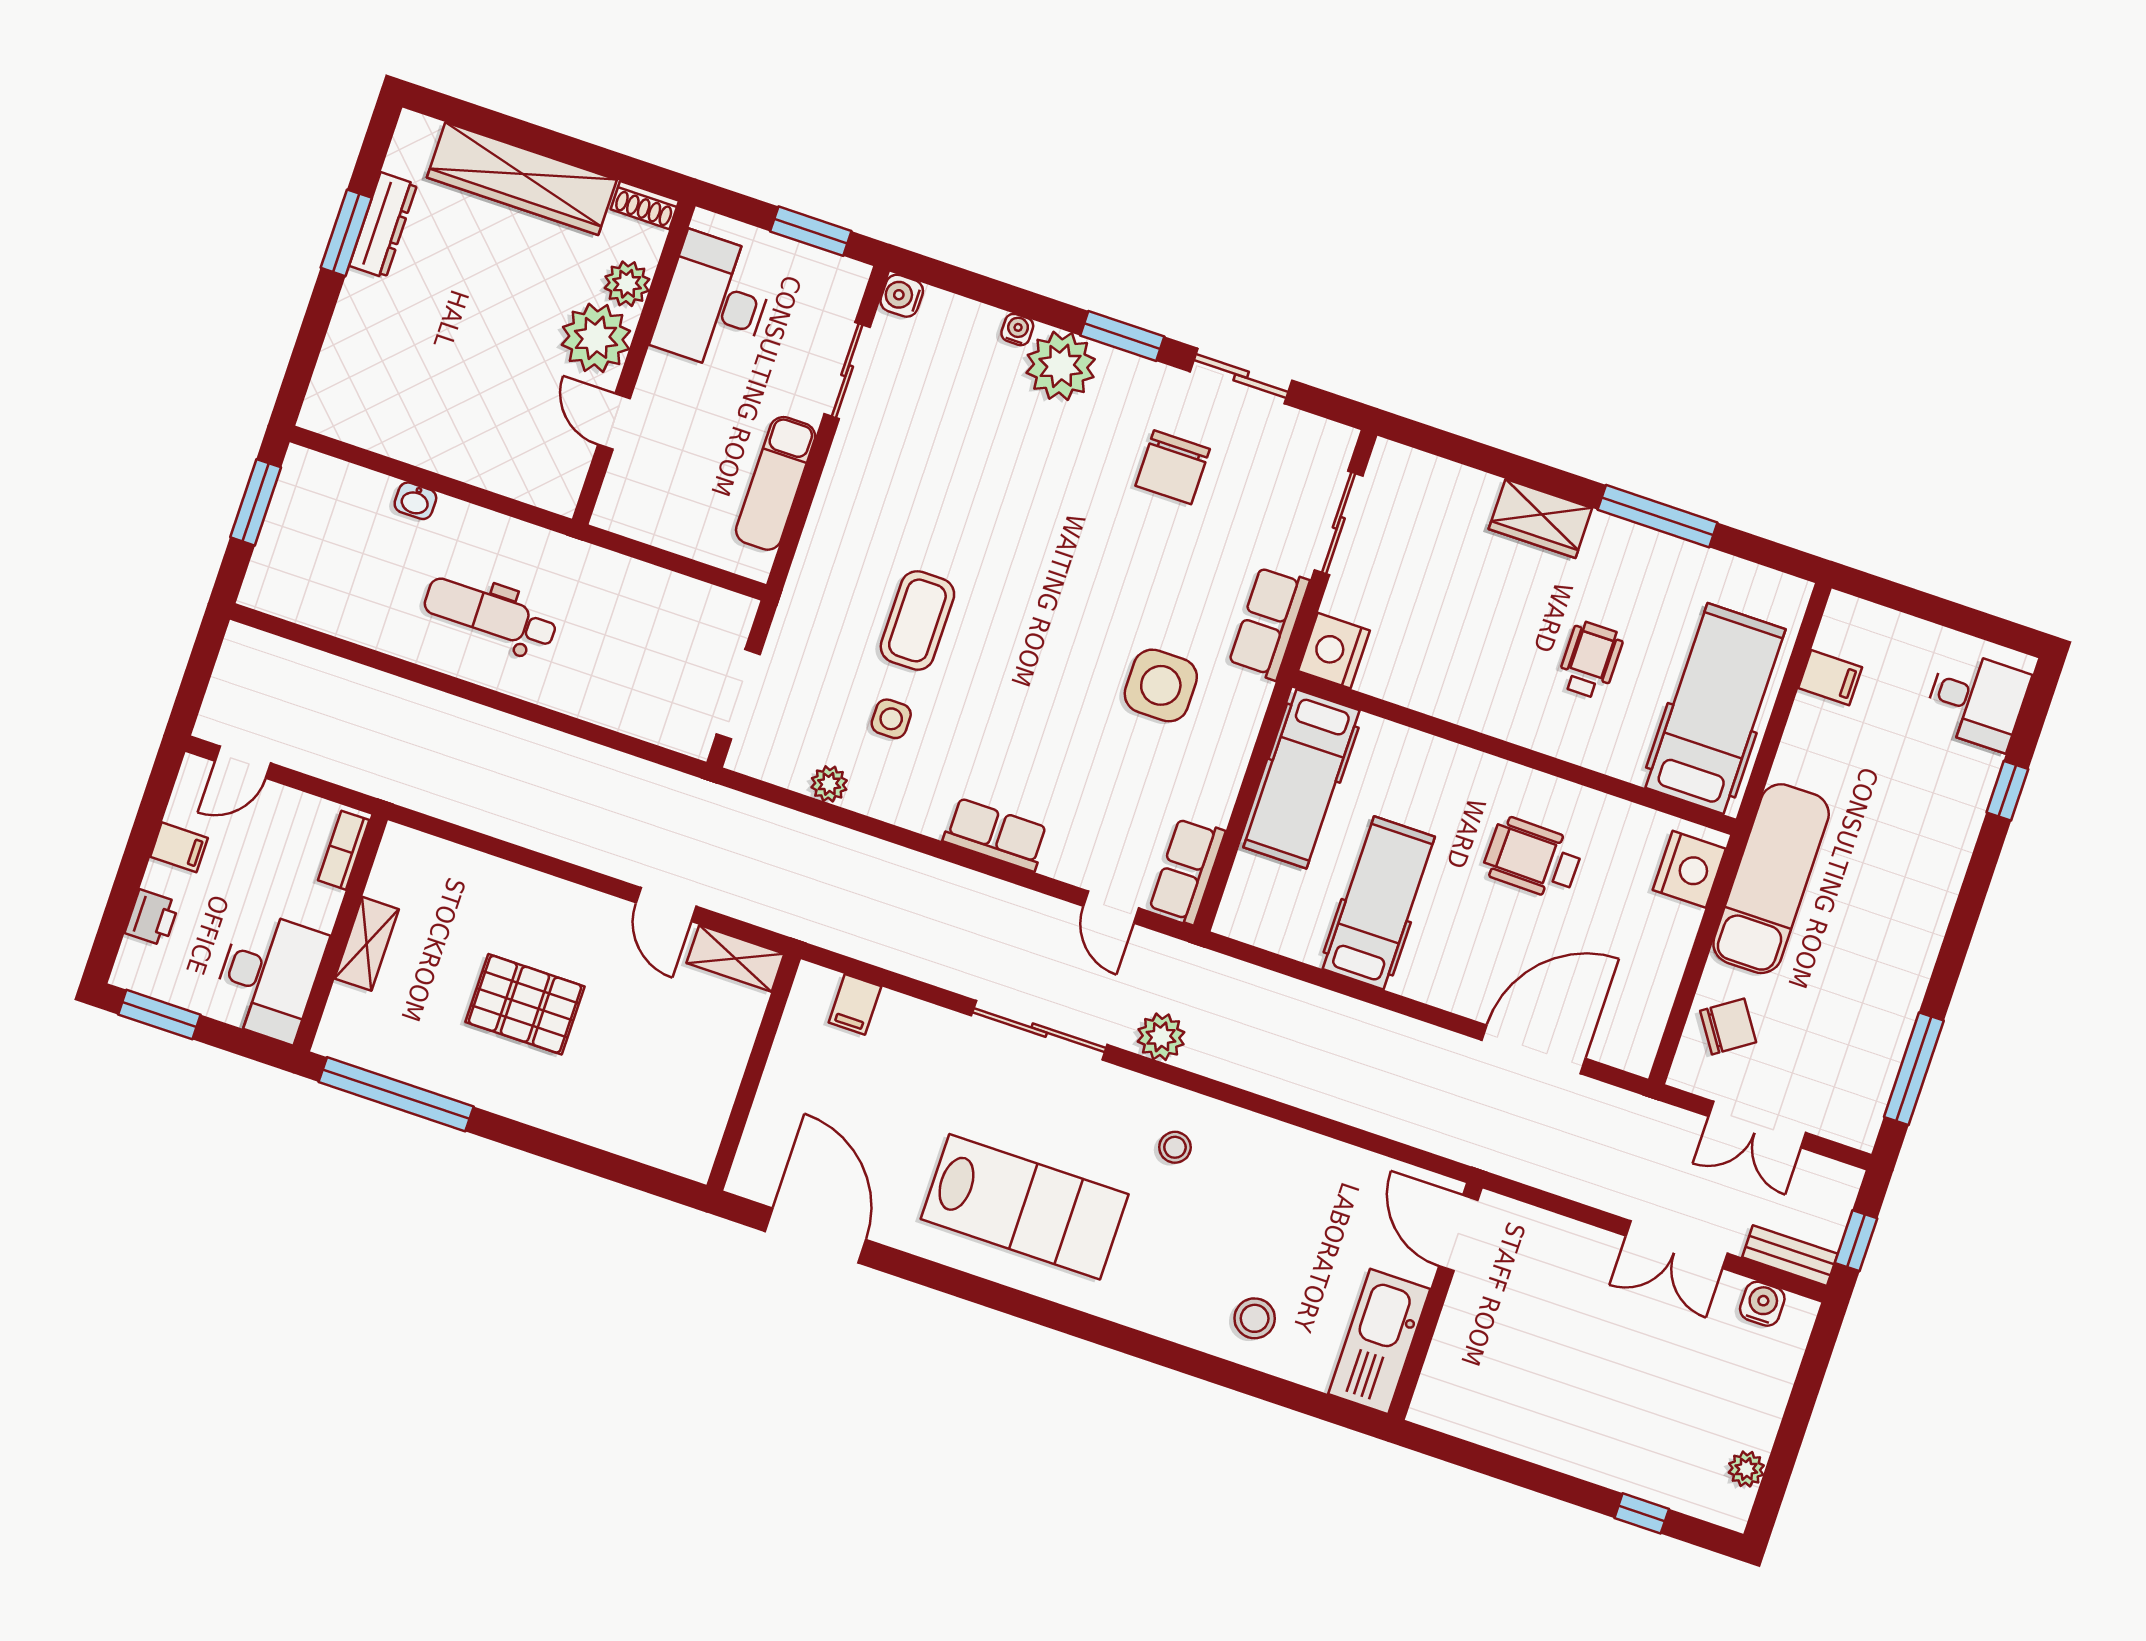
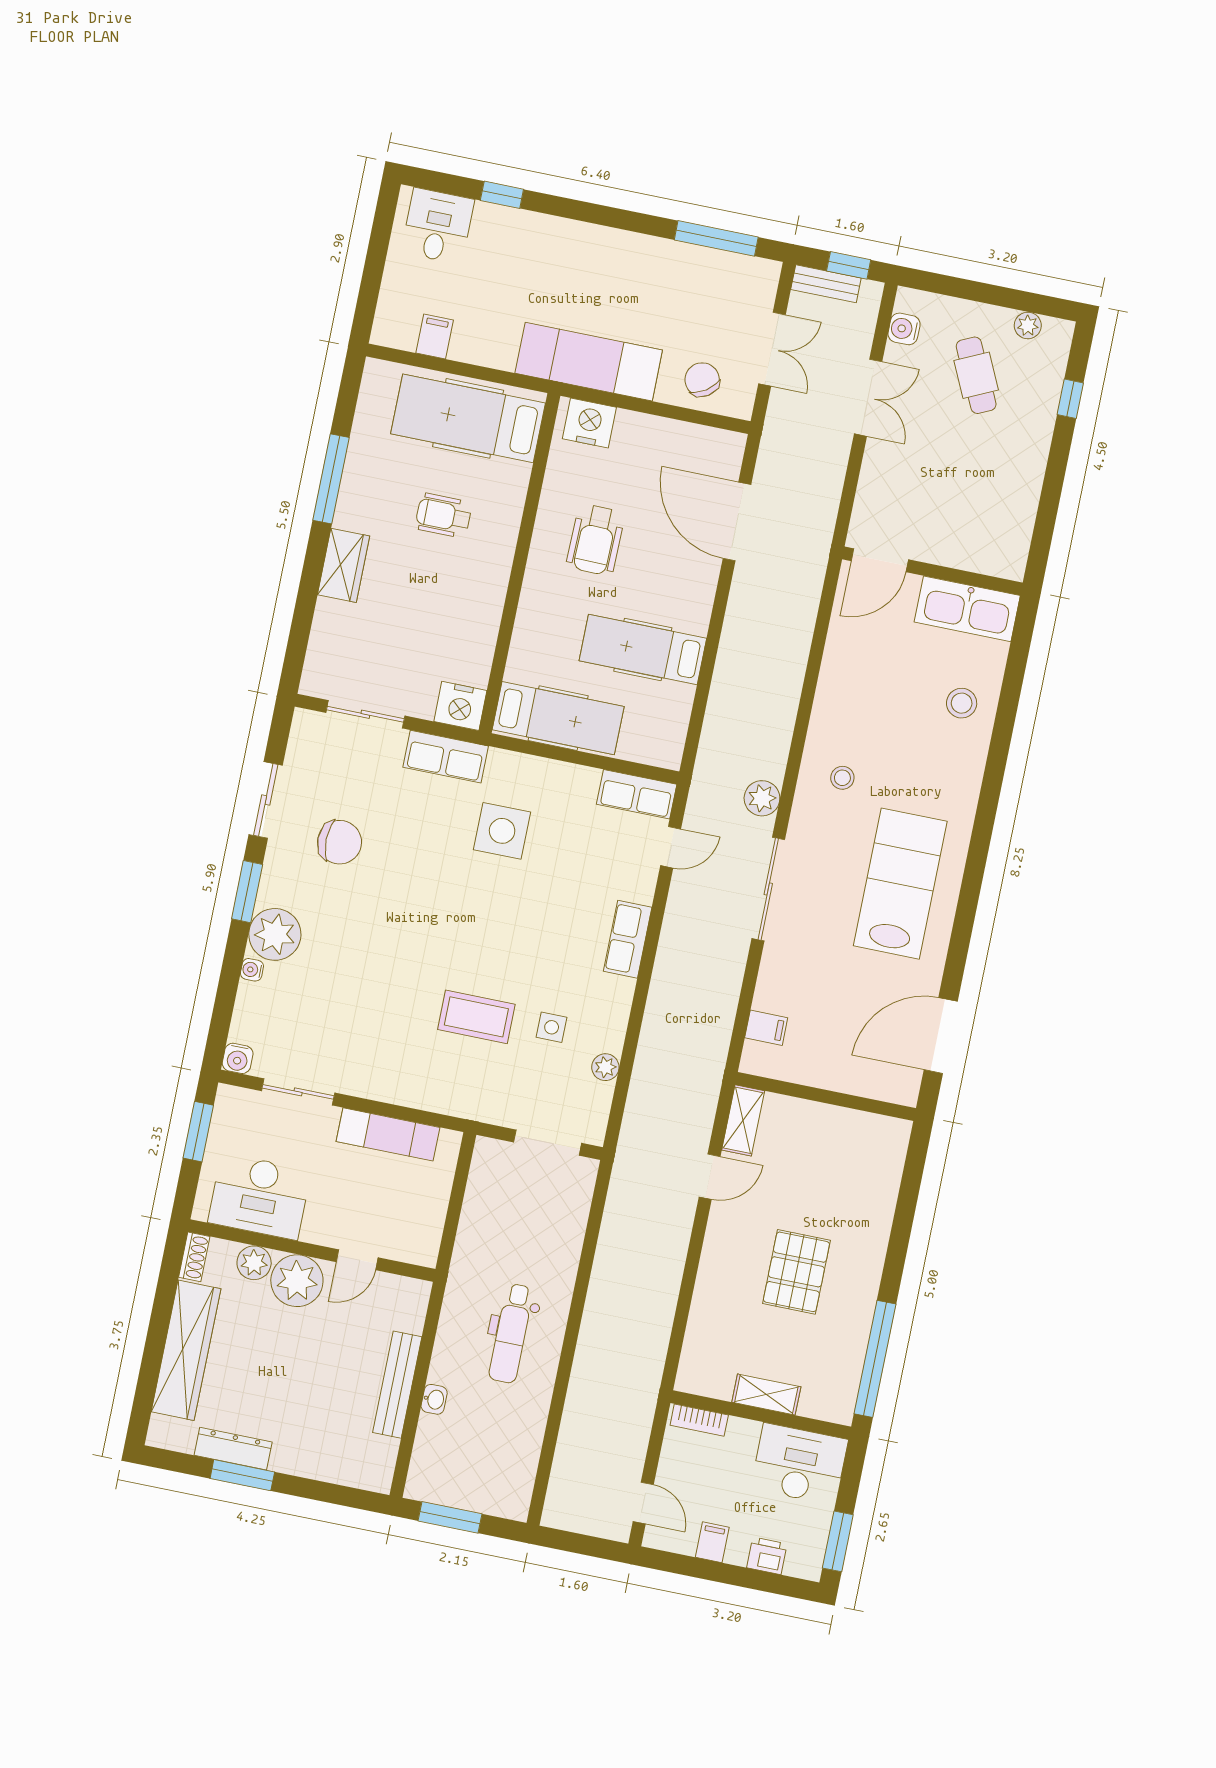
bench: (441, 454) -> (397, 1385), added
bench: (1790, 1256) -> (826, 284), moved, turned 90
cafe table: (1689, 1392) -> (976, 375), added

